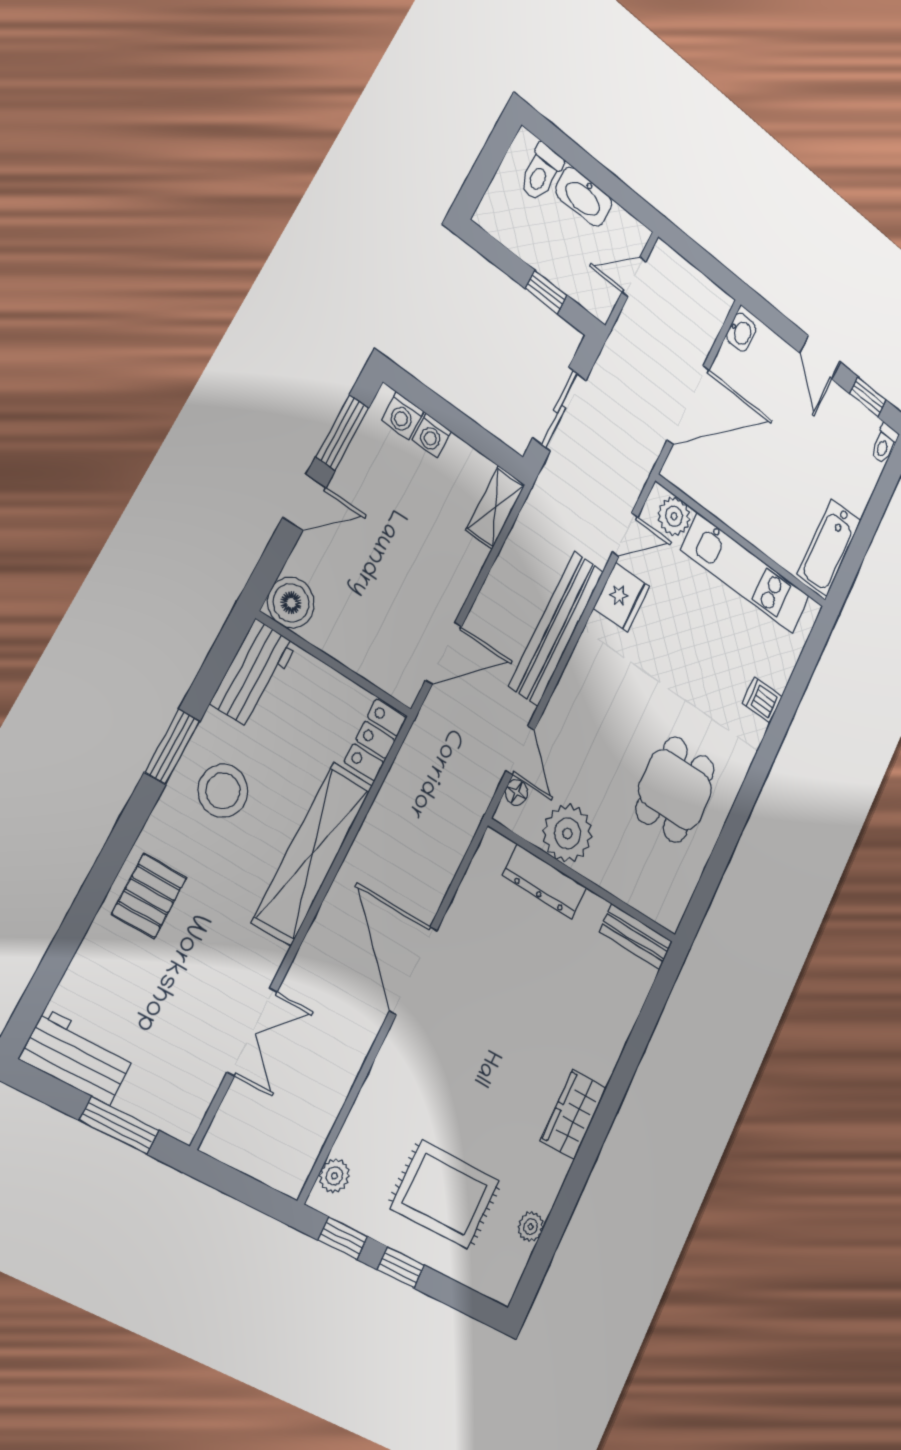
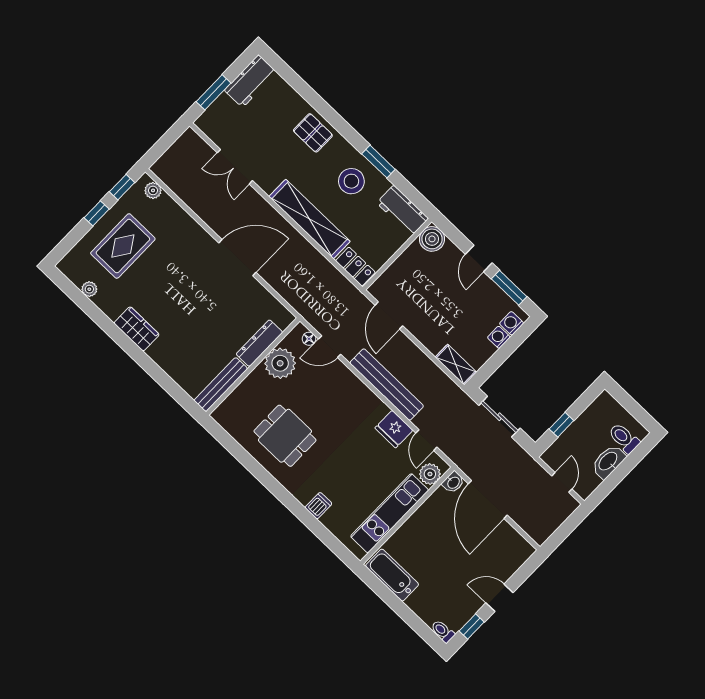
washbasin: (741, 332) -> (453, 482), moved, turned -90
bench: (636, 937) -> (221, 385), width x1.36

